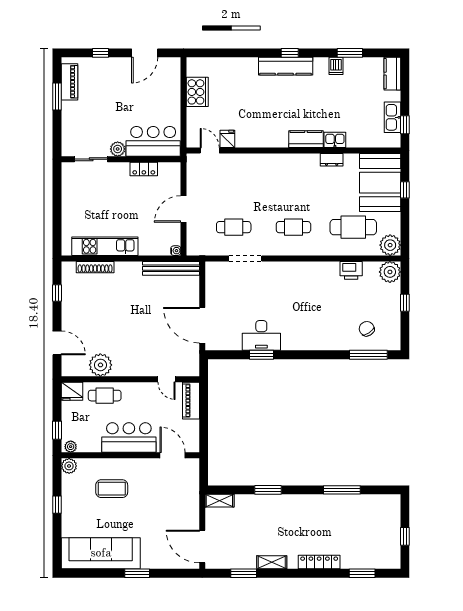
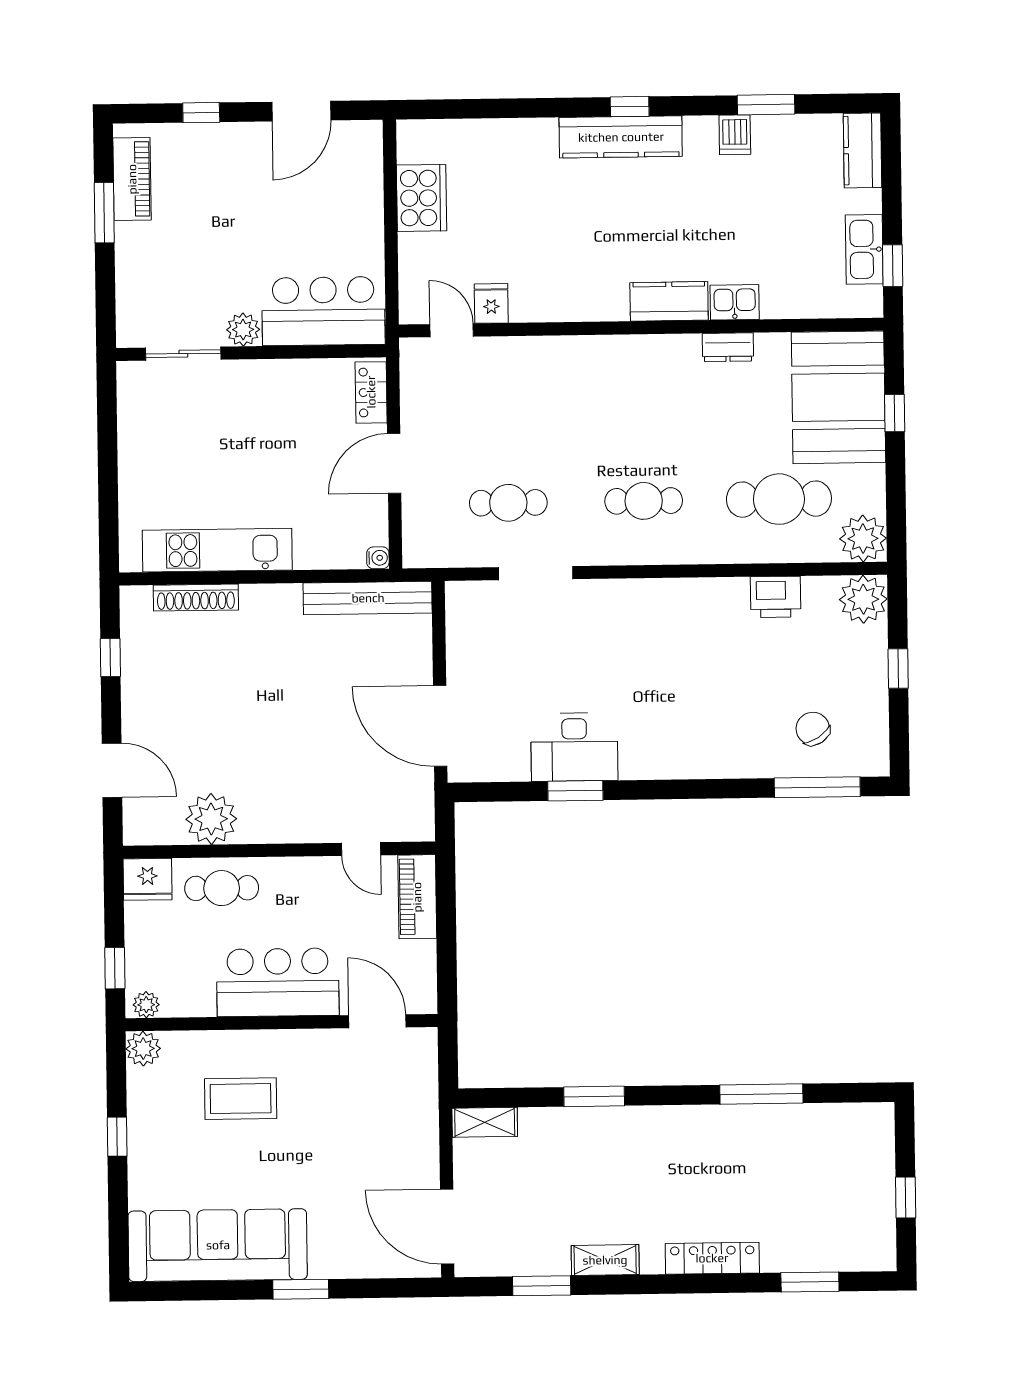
locker: (144, 169) -> (371, 392), moved, turned 90

